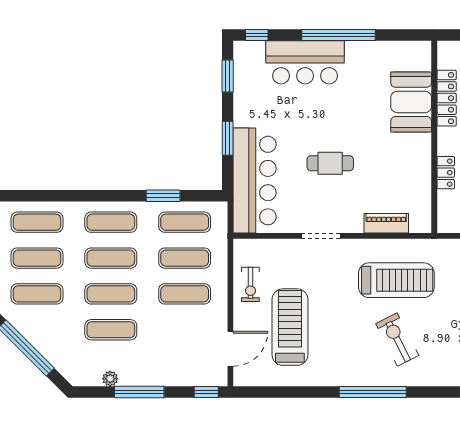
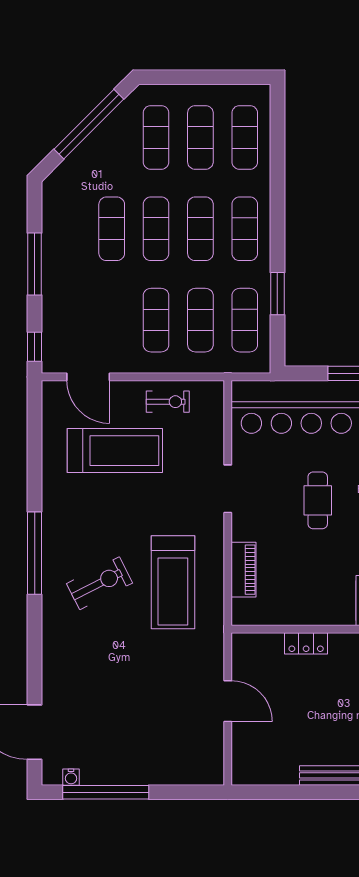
exercise bike: (250, 284) -> (168, 402), turned 180
plant: (110, 379) -> (51, 228), removed

